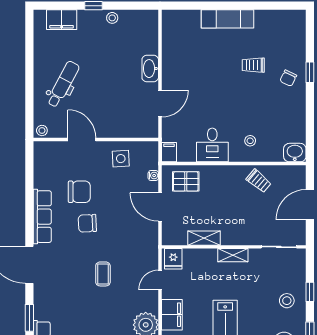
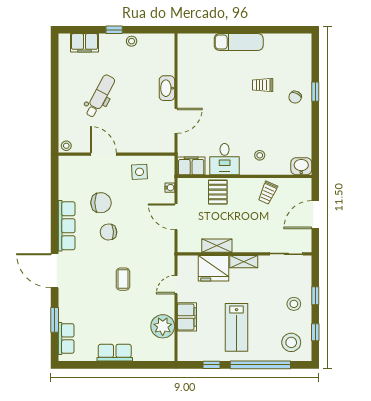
dental chair: (63, 84) -> (100, 96), moved
filing cabinet: (169, 152) -> (191, 166), width x2.00
pallet: (186, 181) -> (218, 192), moved, turned 90
trolley: (259, 181) -> (268, 193), turned 74
fridge: (173, 259) -> (214, 268), moved, width x1.88, depth x1.34

